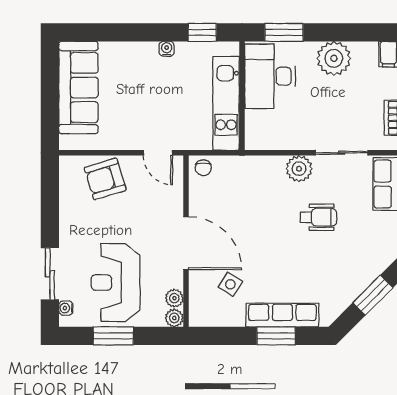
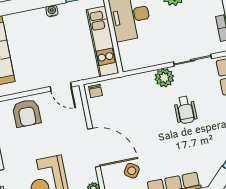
armchair: (105, 179) -> (27, 113), turned -73
wheelchair: (319, 217) -> (185, 110), turned 90

